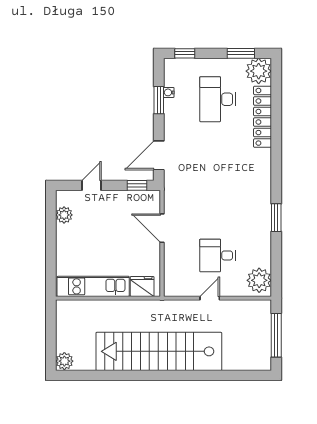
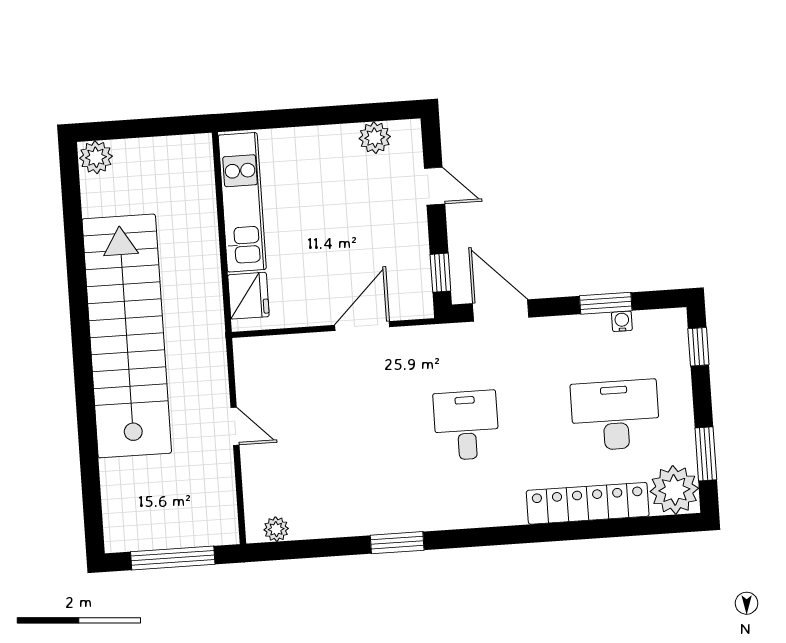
desk: (218, 255) -> (466, 425), moved
plant: (259, 280) -> (276, 529), width x0.53, depth x0.53

